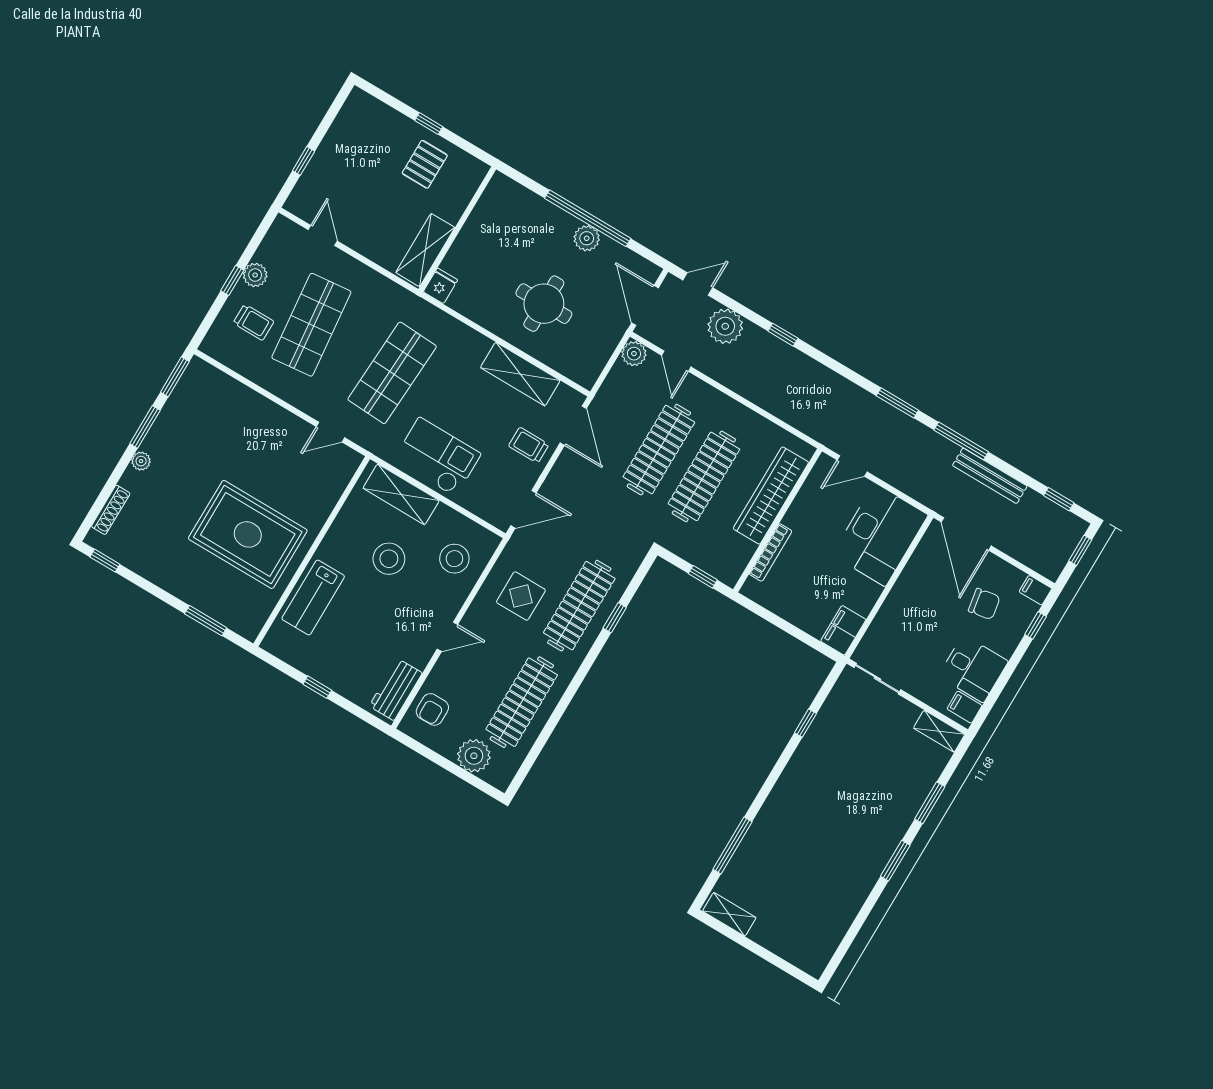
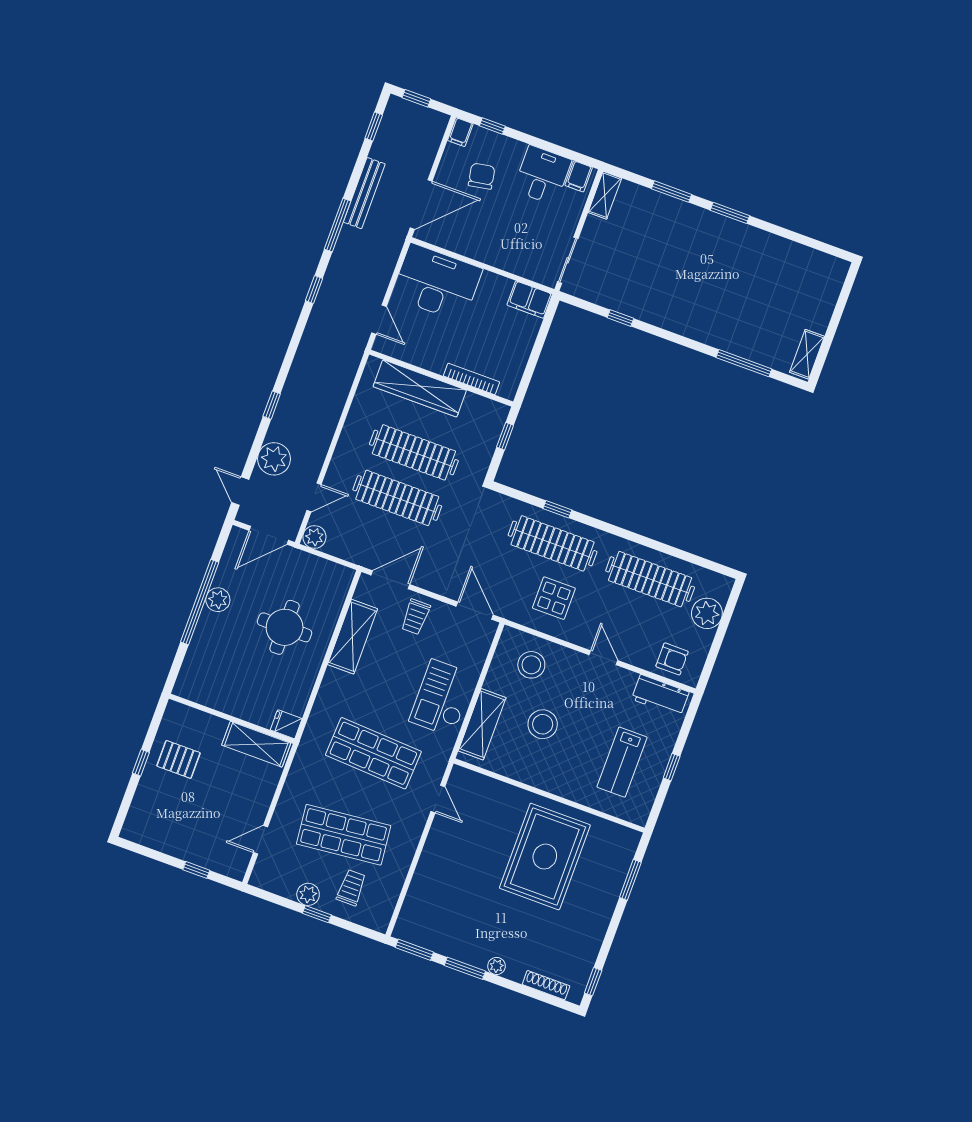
window: (897, 403) -> (314, 289), width x0.67
lab bench: (313, 598) -> (622, 762), moved, turned 90

